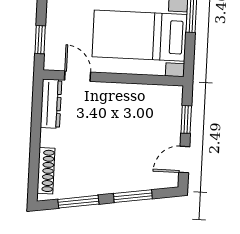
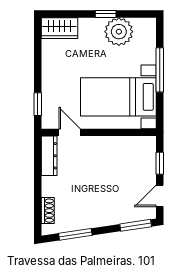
shoe rack: (46, 171) -> (48, 211), width x0.70
window: (133, 196) -> (136, 225), moved

